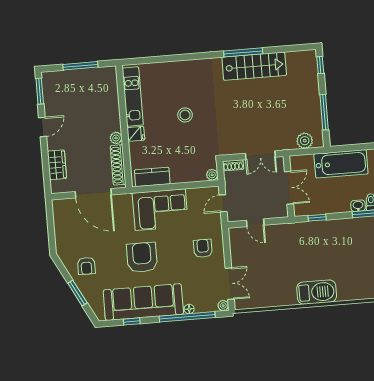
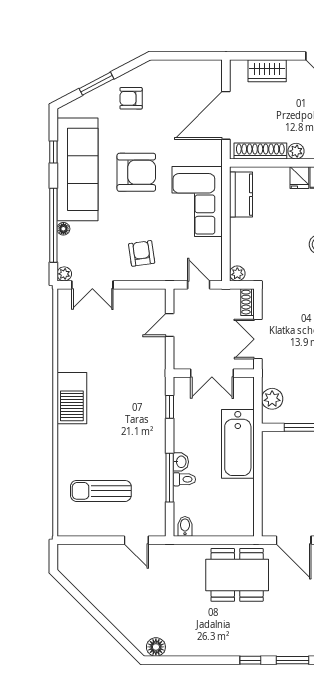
armchair: (203, 248) -> (142, 253), turned -98

